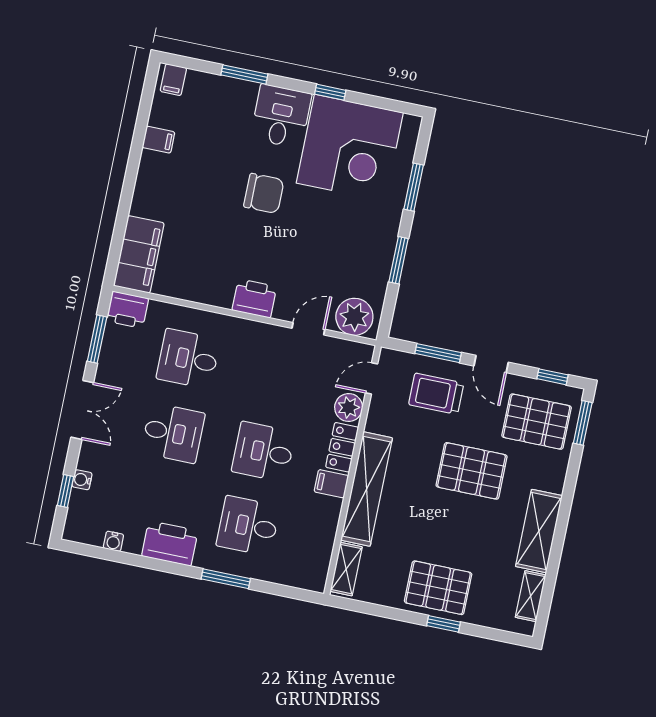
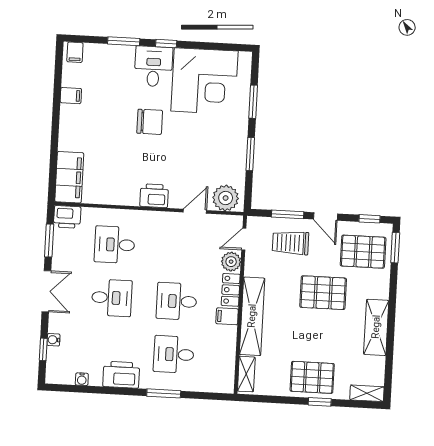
window: (330, 92) -> (166, 44), moved
shelving: (531, 596) -> (367, 393), moved, turned 90

